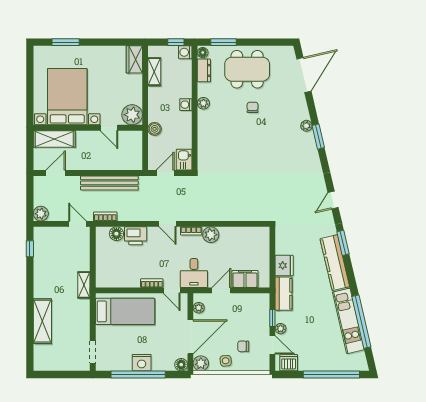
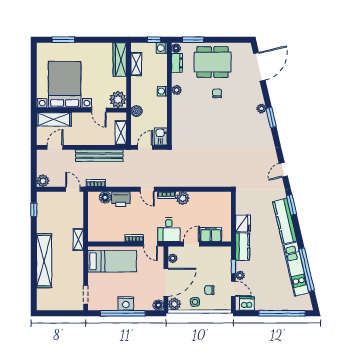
wardrobe: (134, 59) -> (120, 60), width x1.50
shelving: (136, 155) -> (121, 133), added
shelving: (42, 321) -> (44, 261), width x1.47

